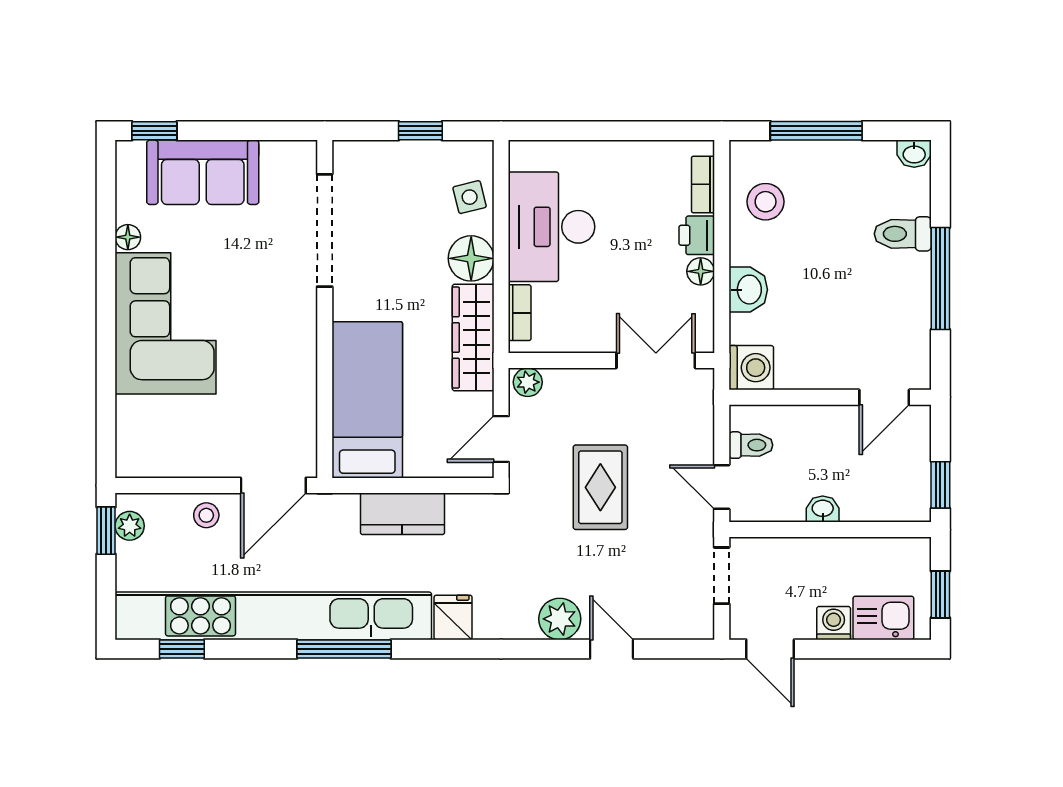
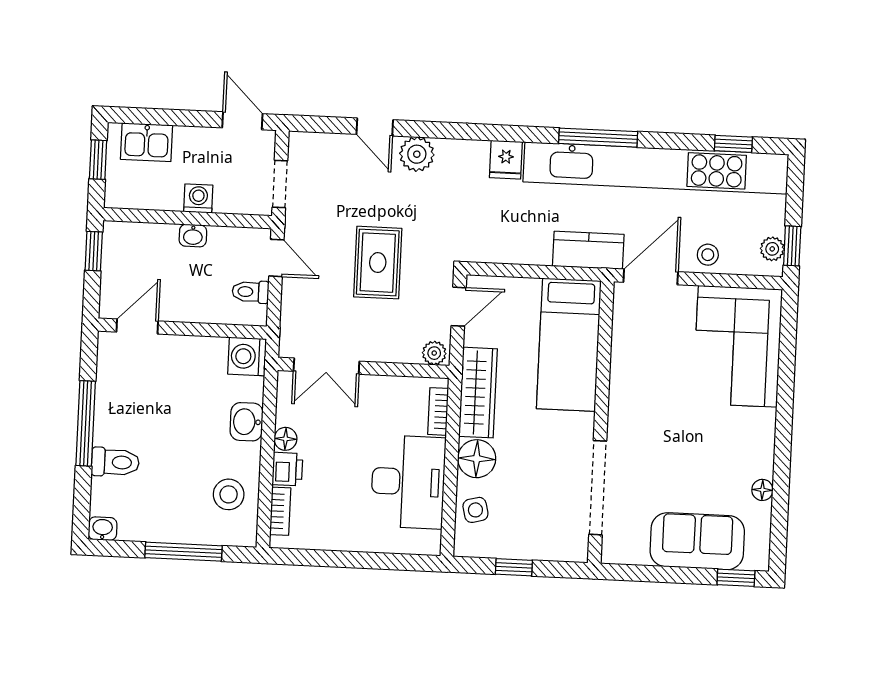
corner sofa: (166, 323) -> (738, 346), moved
kitchen counter: (402, 514) -> (588, 250), moved
washing machine: (834, 623) -> (198, 199), moved, turned 180

